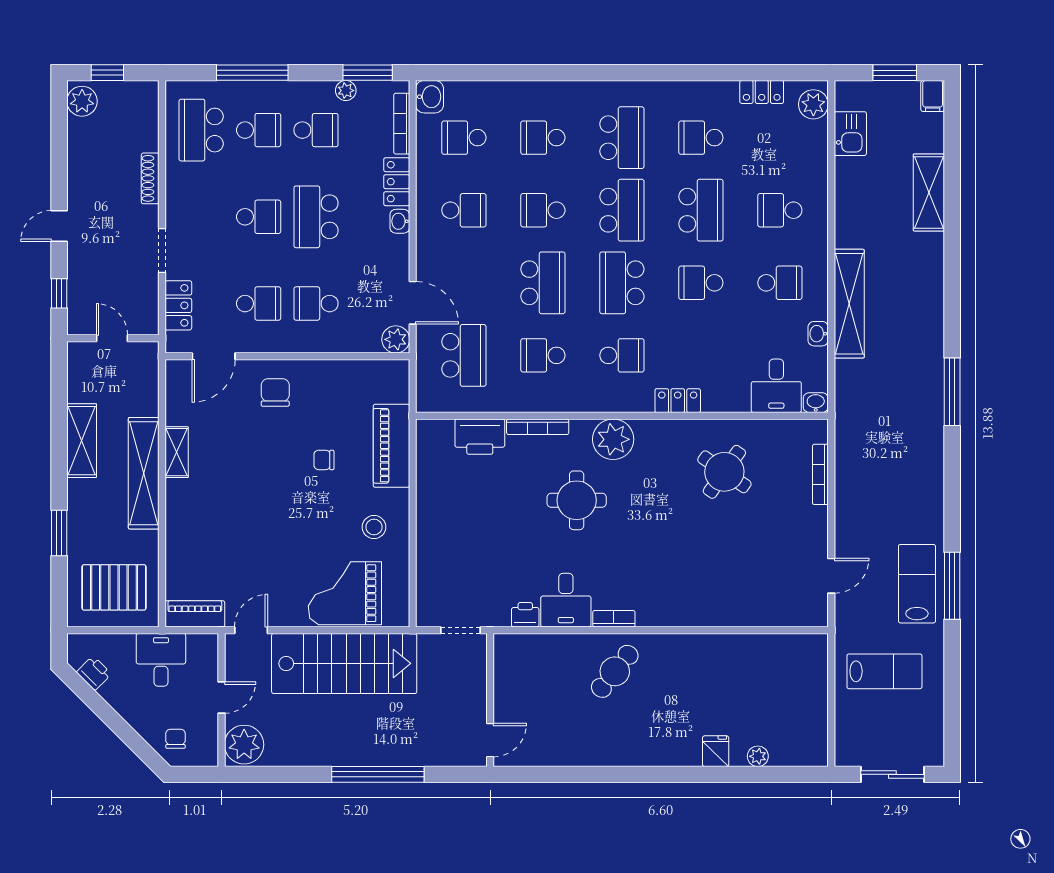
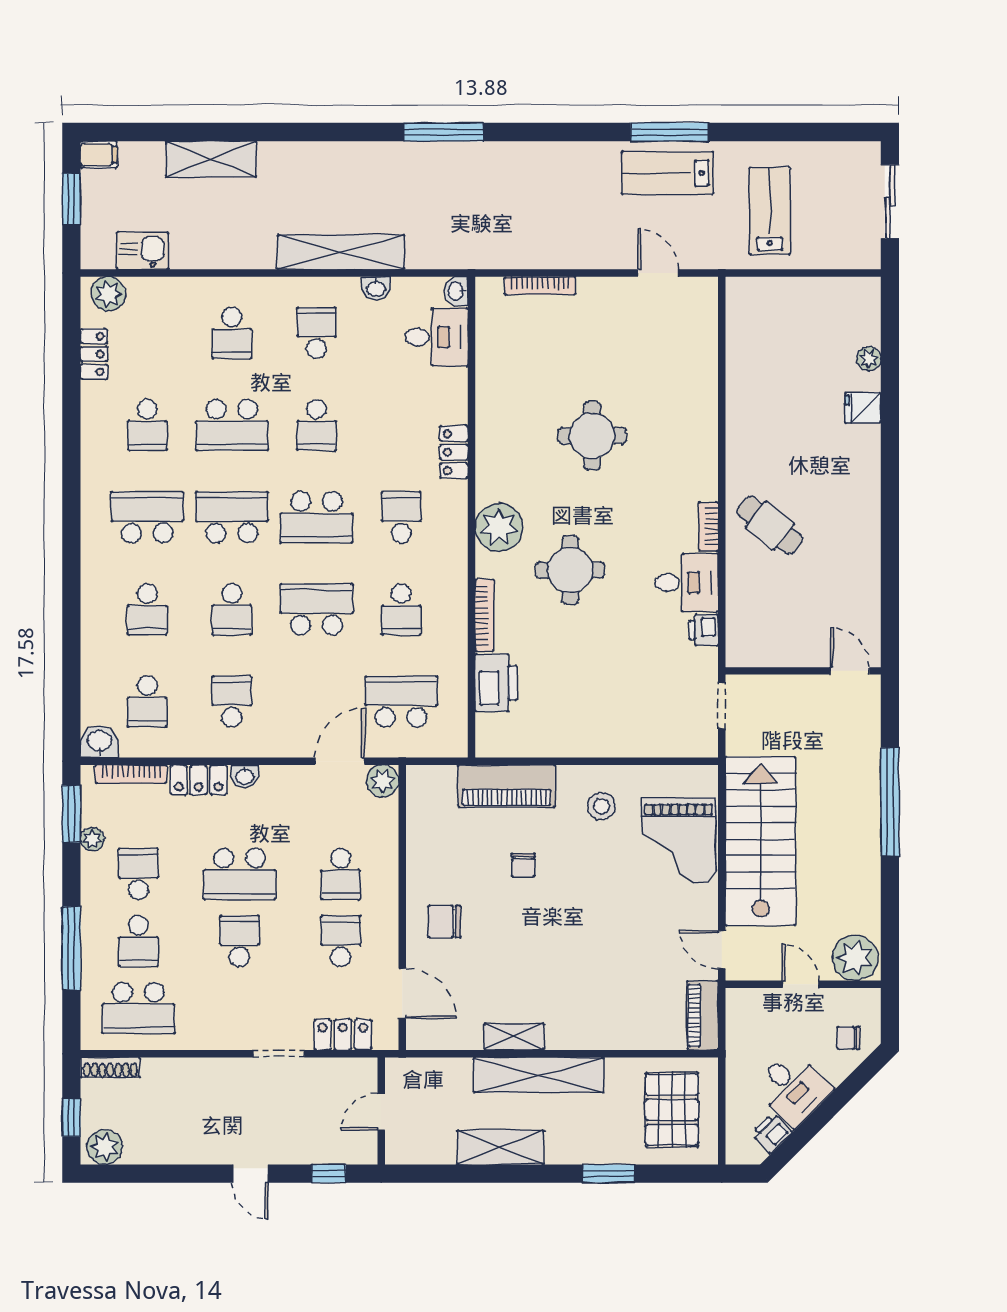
school desk: (259, 130) -> (138, 941), turned 180
shoe rack: (150, 178) -> (110, 1067), moved
school desk: (701, 210) -> (232, 425), turned 180
round table: (724, 472) -> (592, 436), moved, turned -35
desk: (161, 660) -> (793, 1088), moved, turned -135

